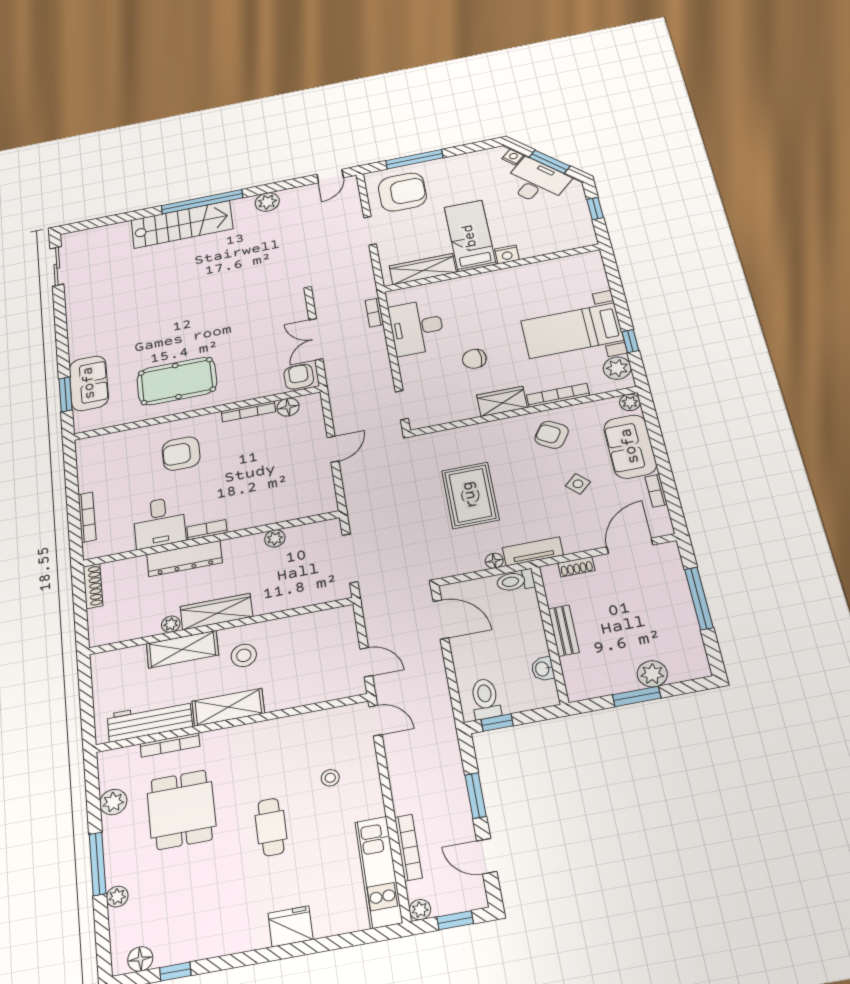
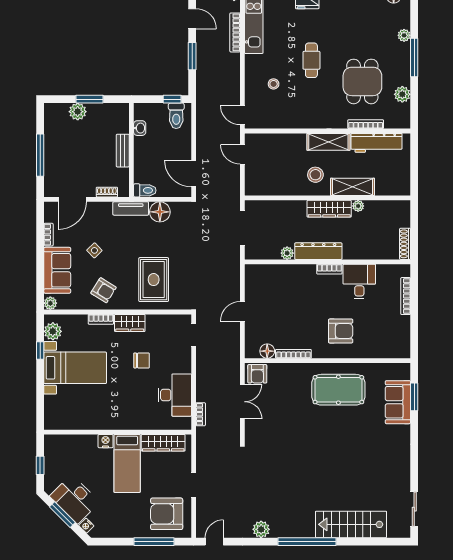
stairs: (182, 224) -> (351, 524), moved
bookcase: (558, 395) -> (101, 319), width x0.64
rug: (470, 495) -> (154, 280), moved
dresser: (184, 559) -> (318, 251), moved
floor lamp: (494, 561) -> (160, 212), width x1.89, depth x1.89

